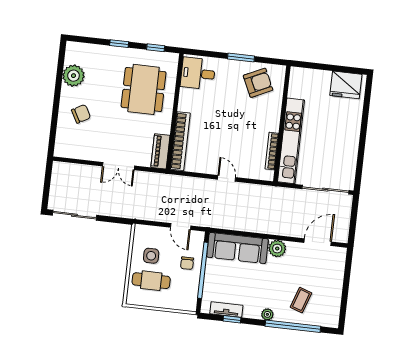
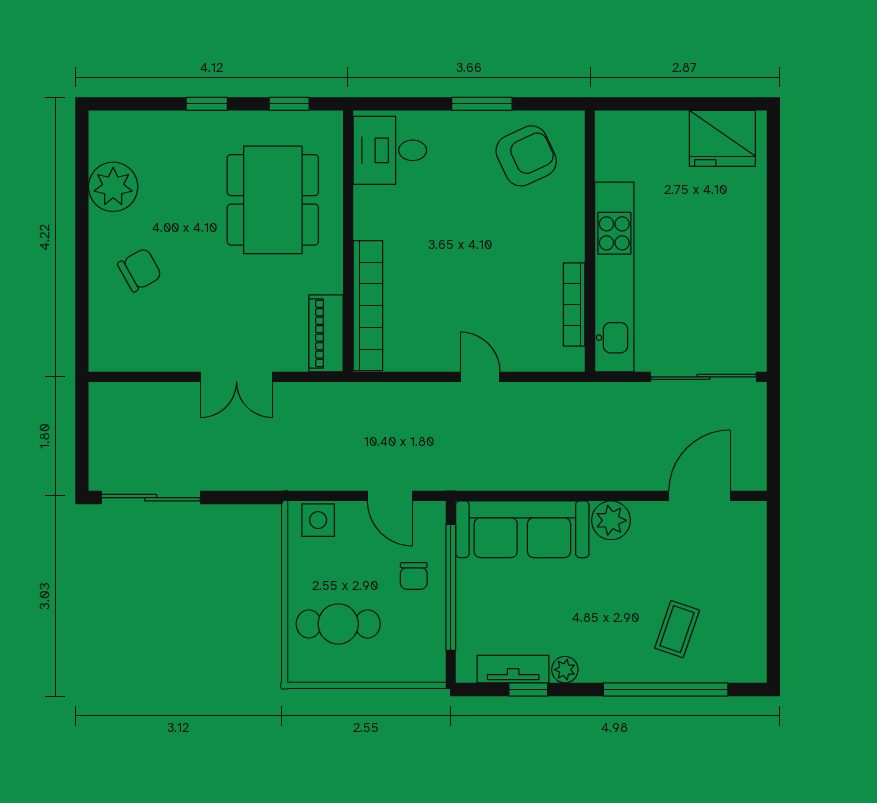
side table: (151, 256) -> (318, 520), moved
plant: (267, 314) -> (565, 670), moved

